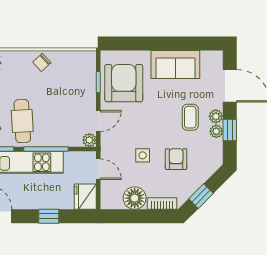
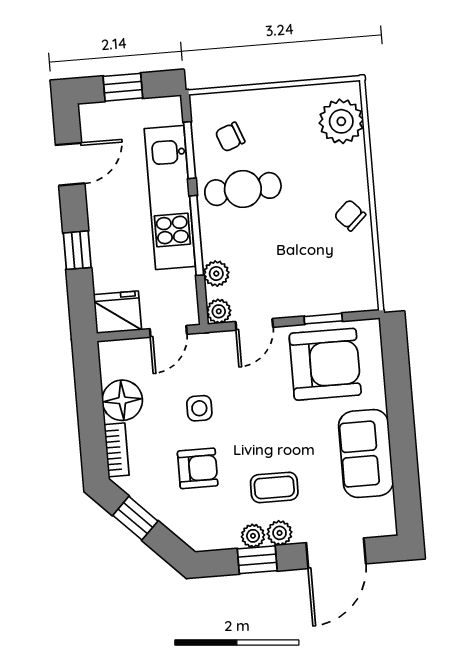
door: (98, 121) -> (254, 324), hinge flipped
plant: (68, 140) -> (216, 274), added

